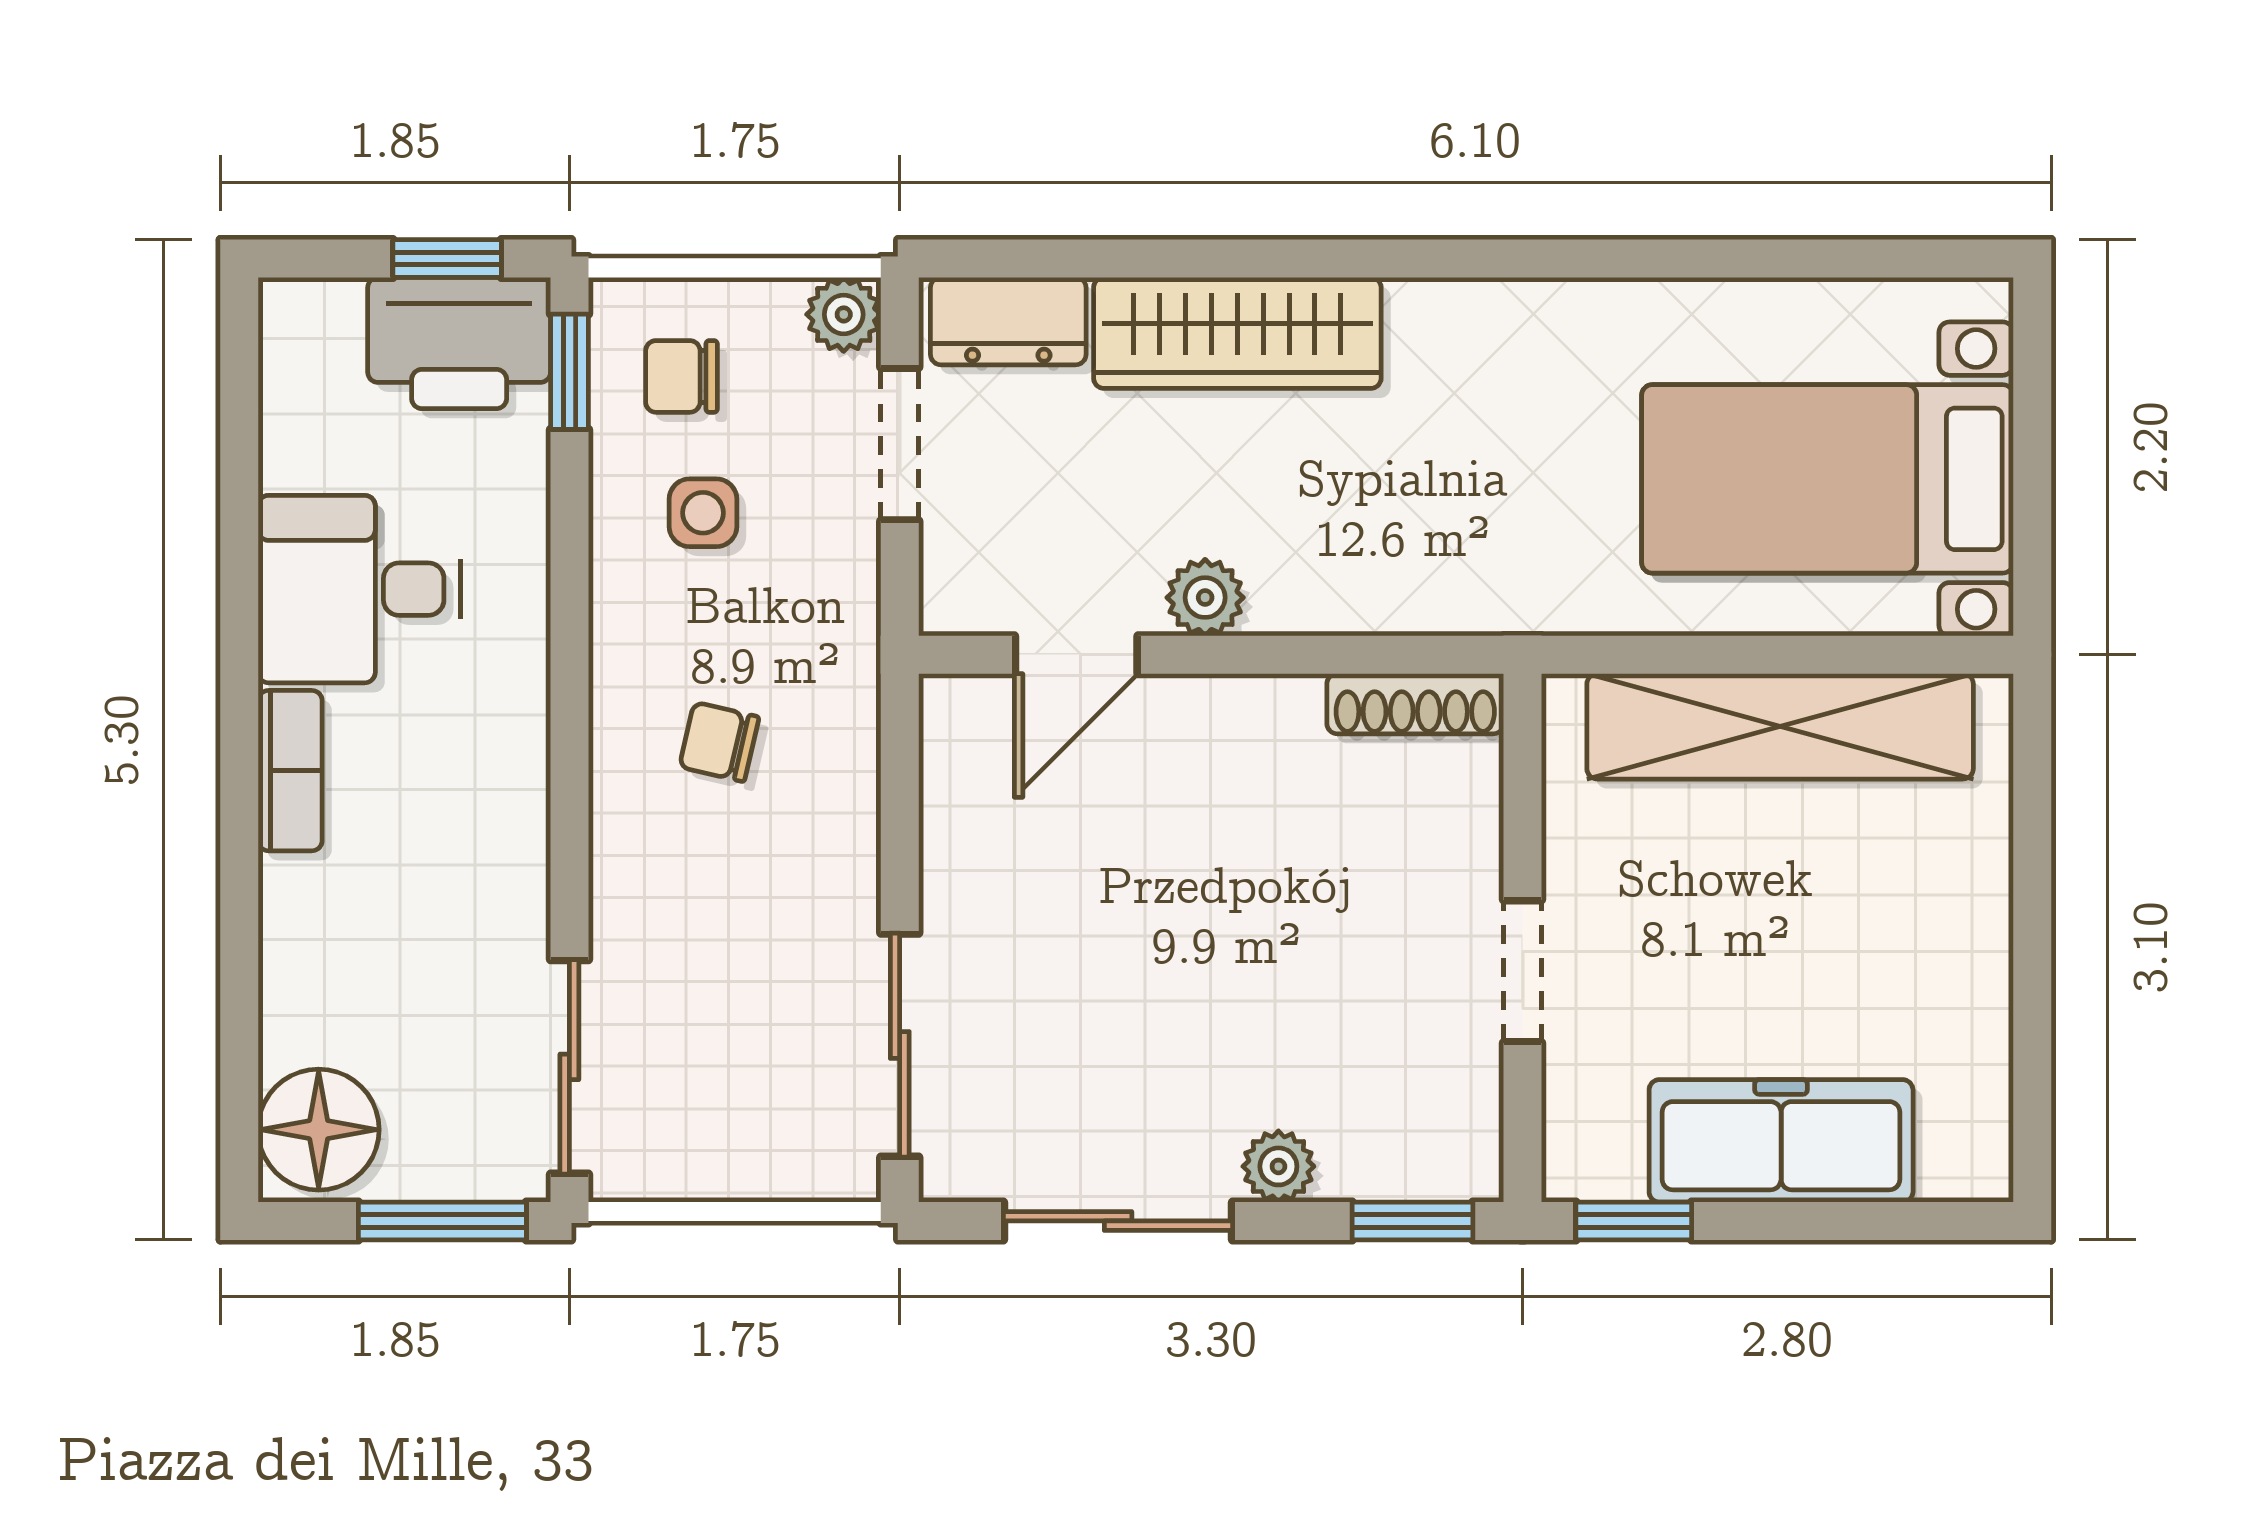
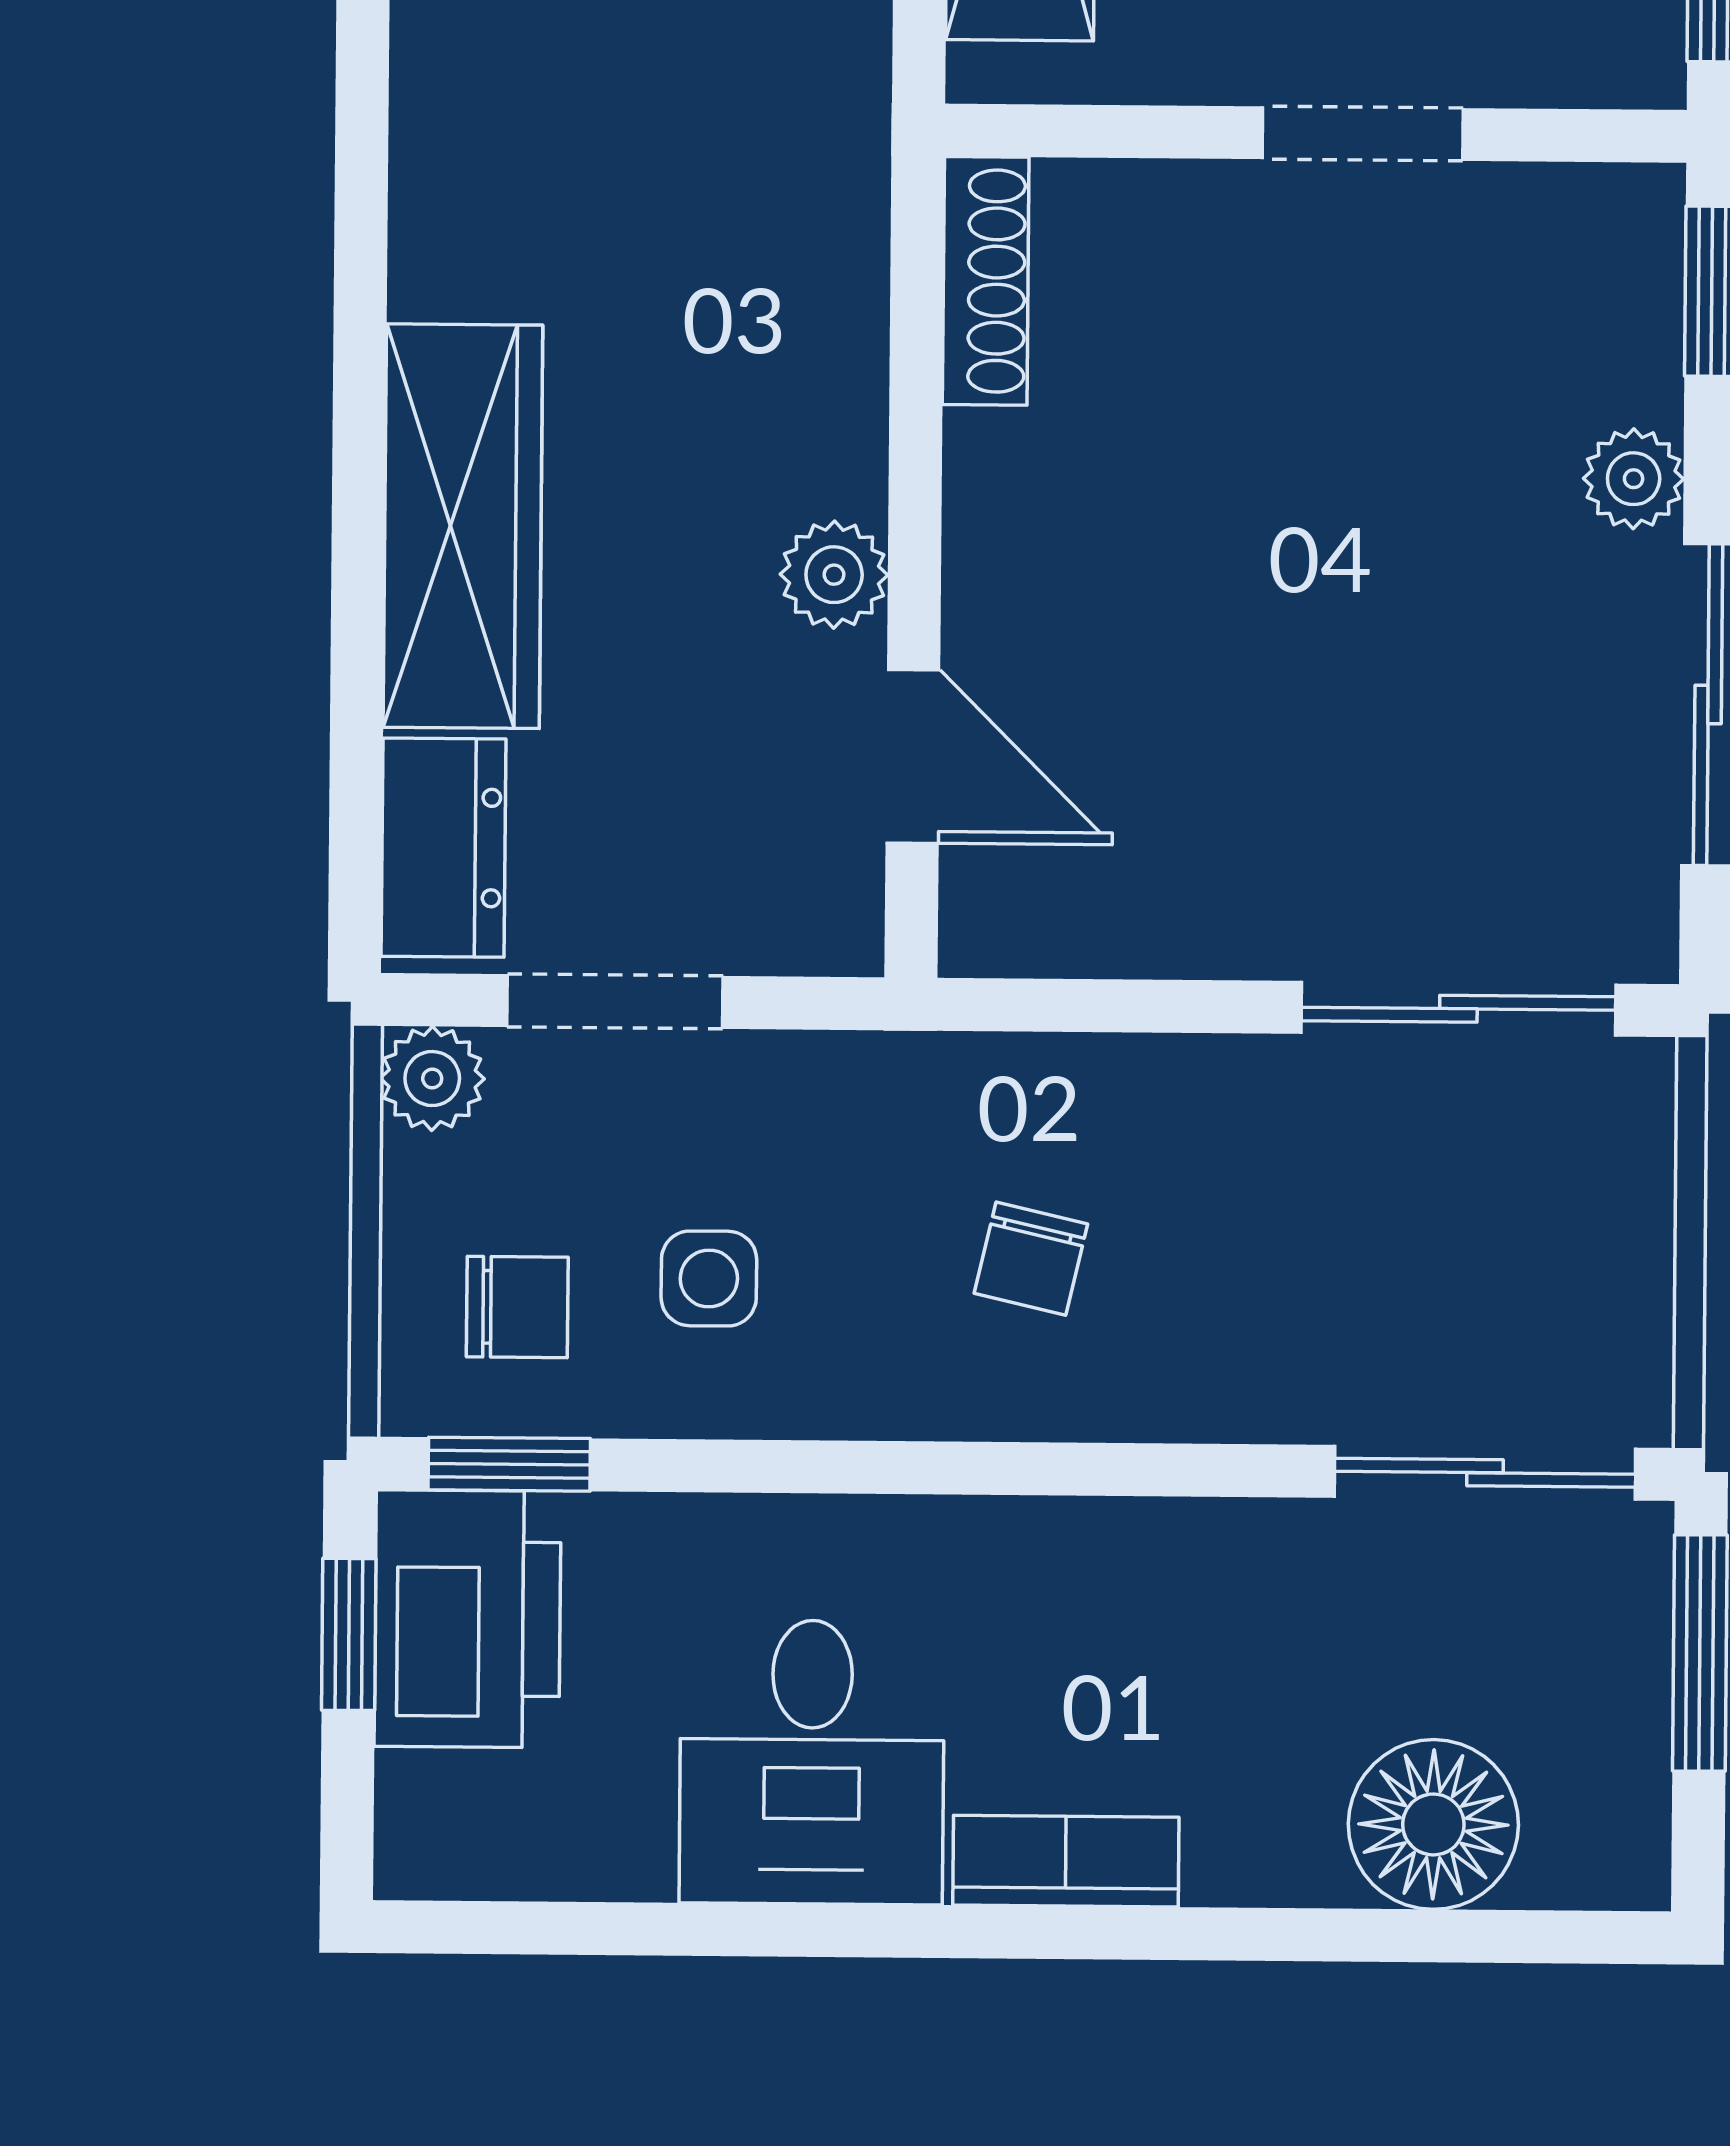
chair: (681, 376) -> (517, 1307), turned -90
floor lamp: (319, 1130) -> (1433, 1824), moved

